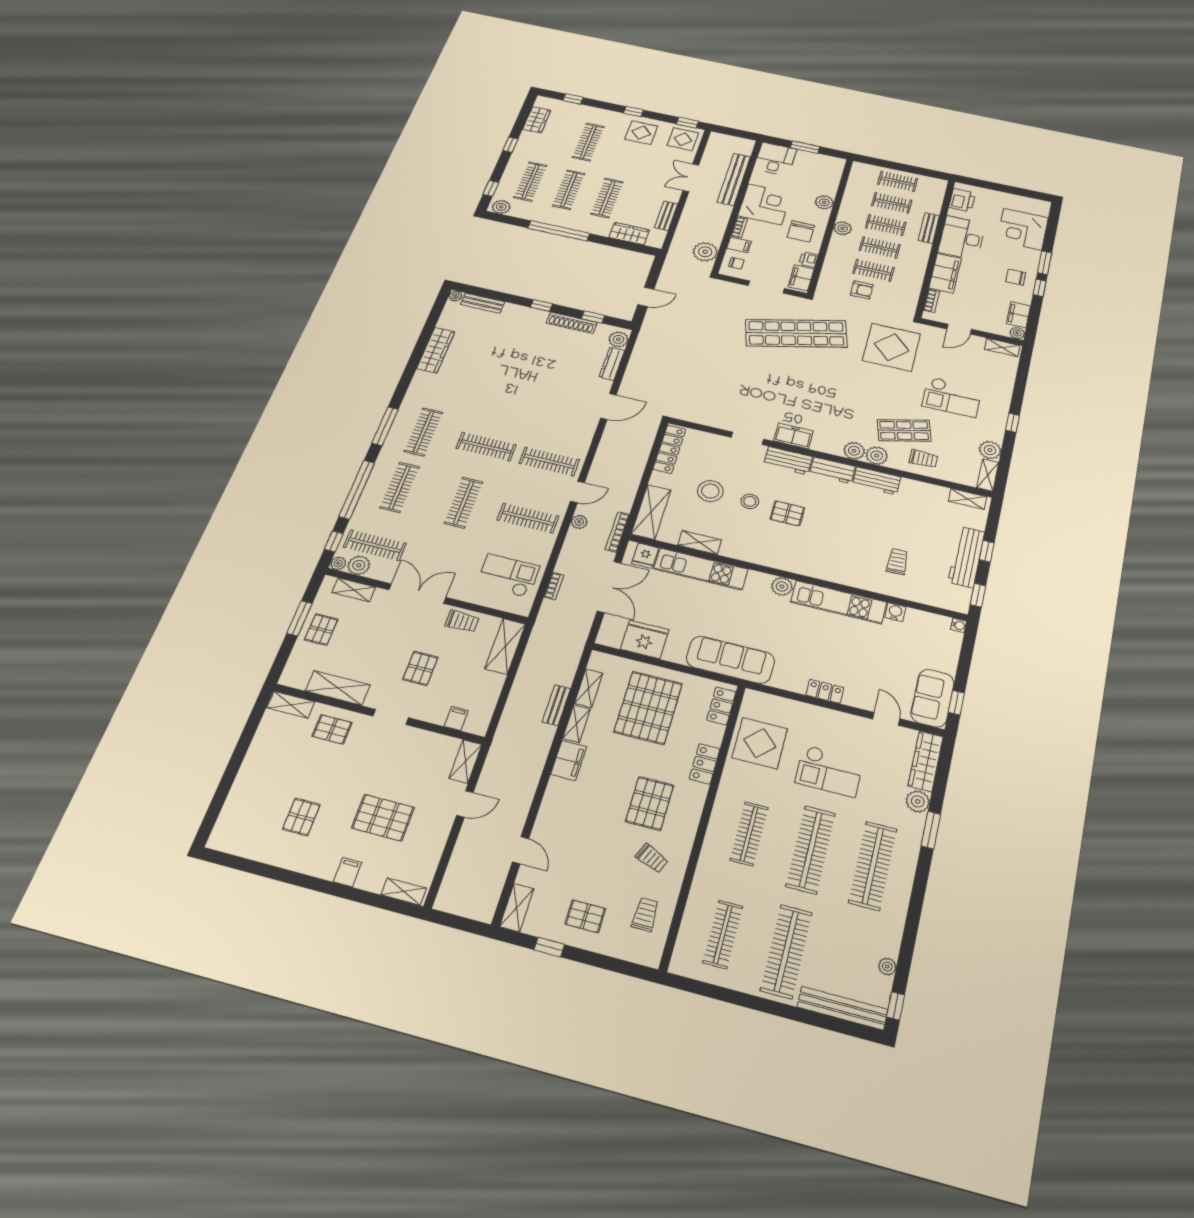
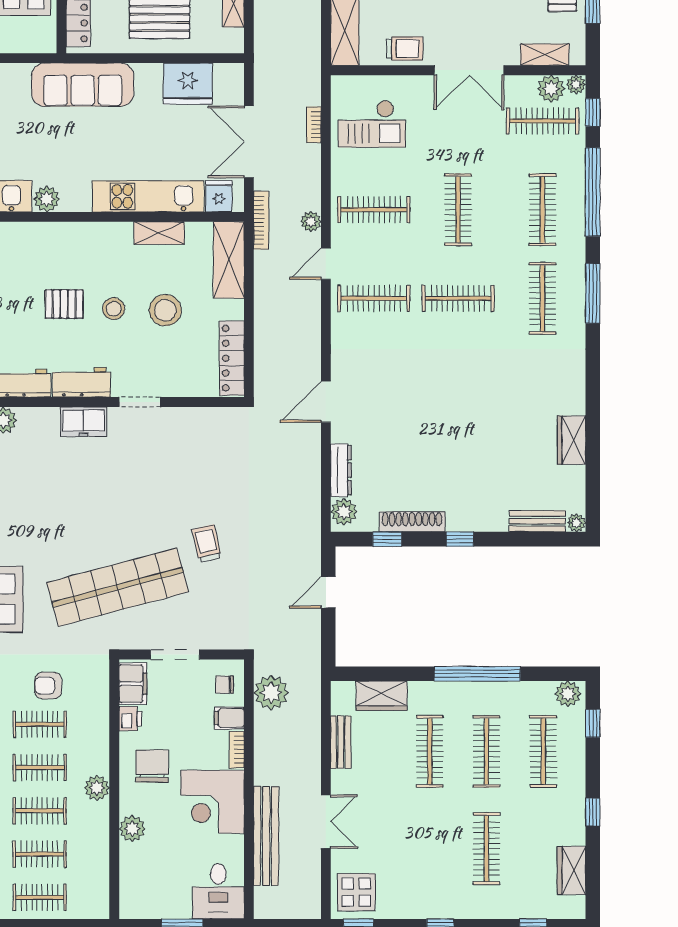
display table: (641, 133) -> (418, 888), removed
trolley: (724, 344) -> (207, 543), added
wardrobe: (436, 350) -> (571, 440), width x0.67
trolley: (462, 621) -> (405, 49), turned 180

